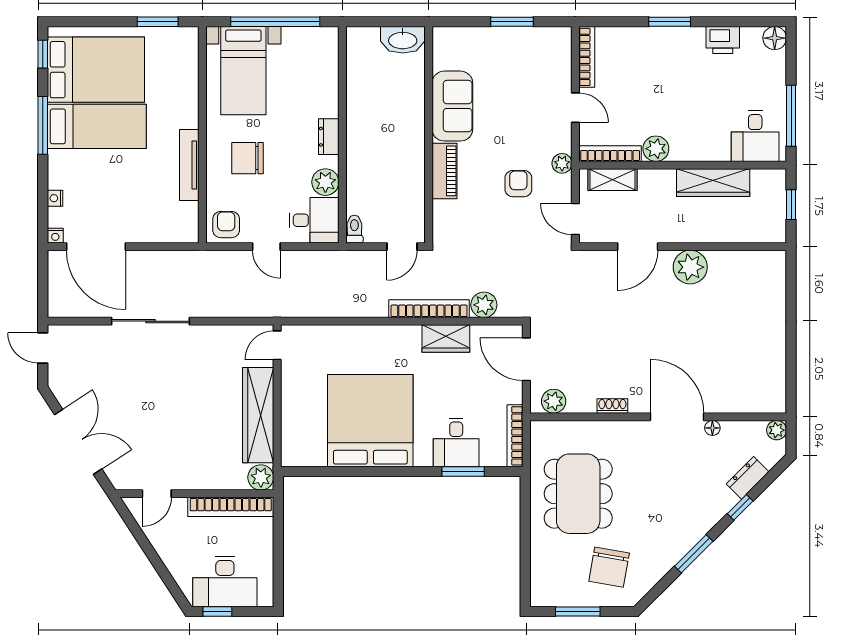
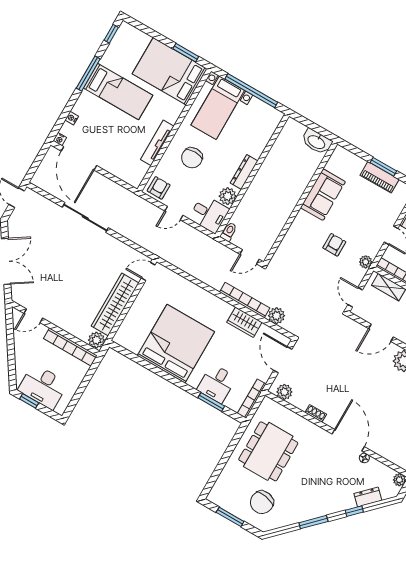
bed: (96, 70) -> (170, 71), moved, turned 180
dresser: (329, 137) -> (244, 172), width x1.44
chair: (247, 158) -> (192, 158), turned -90
piano: (445, 171) -> (379, 177), moved, turned 90
armchair: (518, 184) -> (334, 245), moved
door: (266, 247) -> (174, 213), hinge flipped

